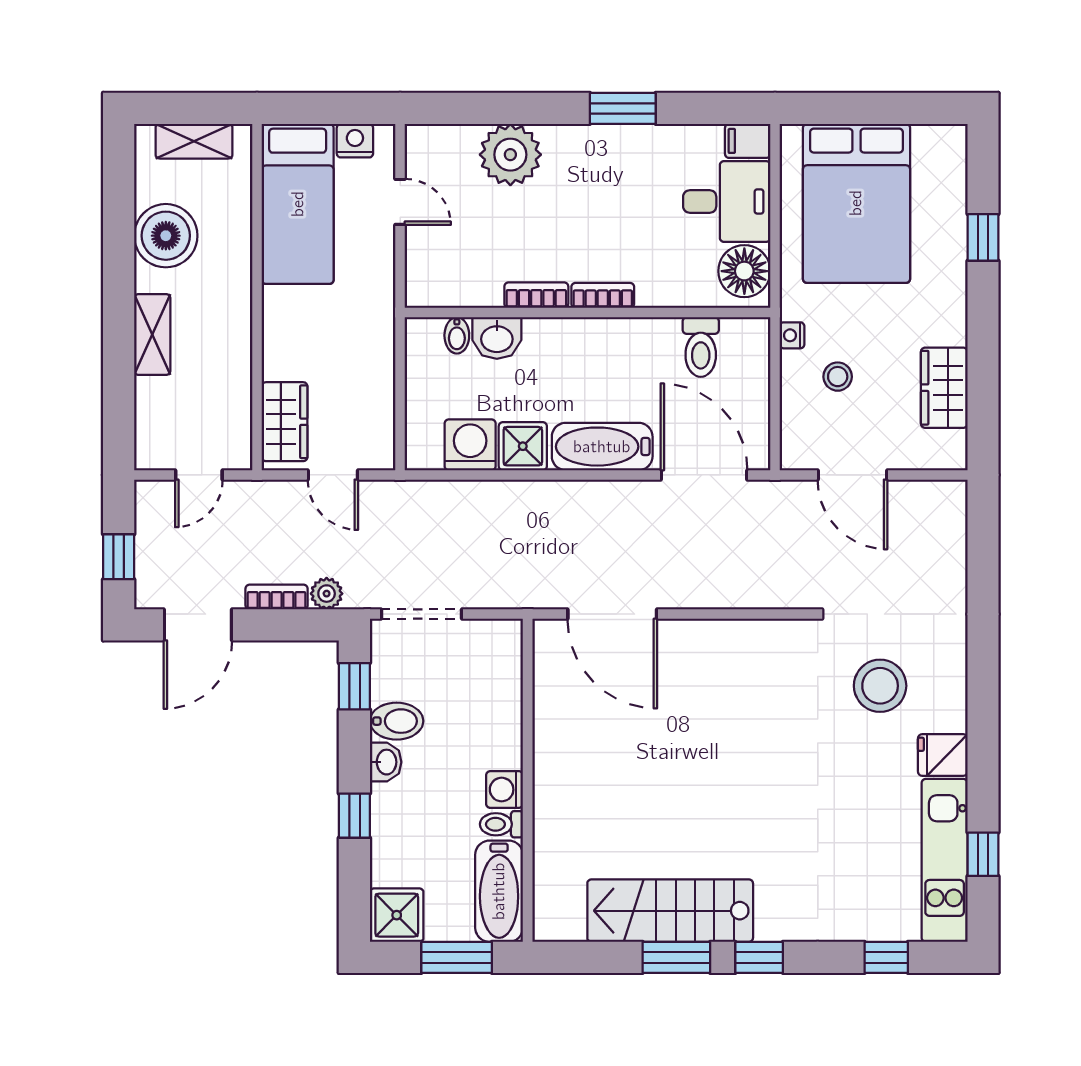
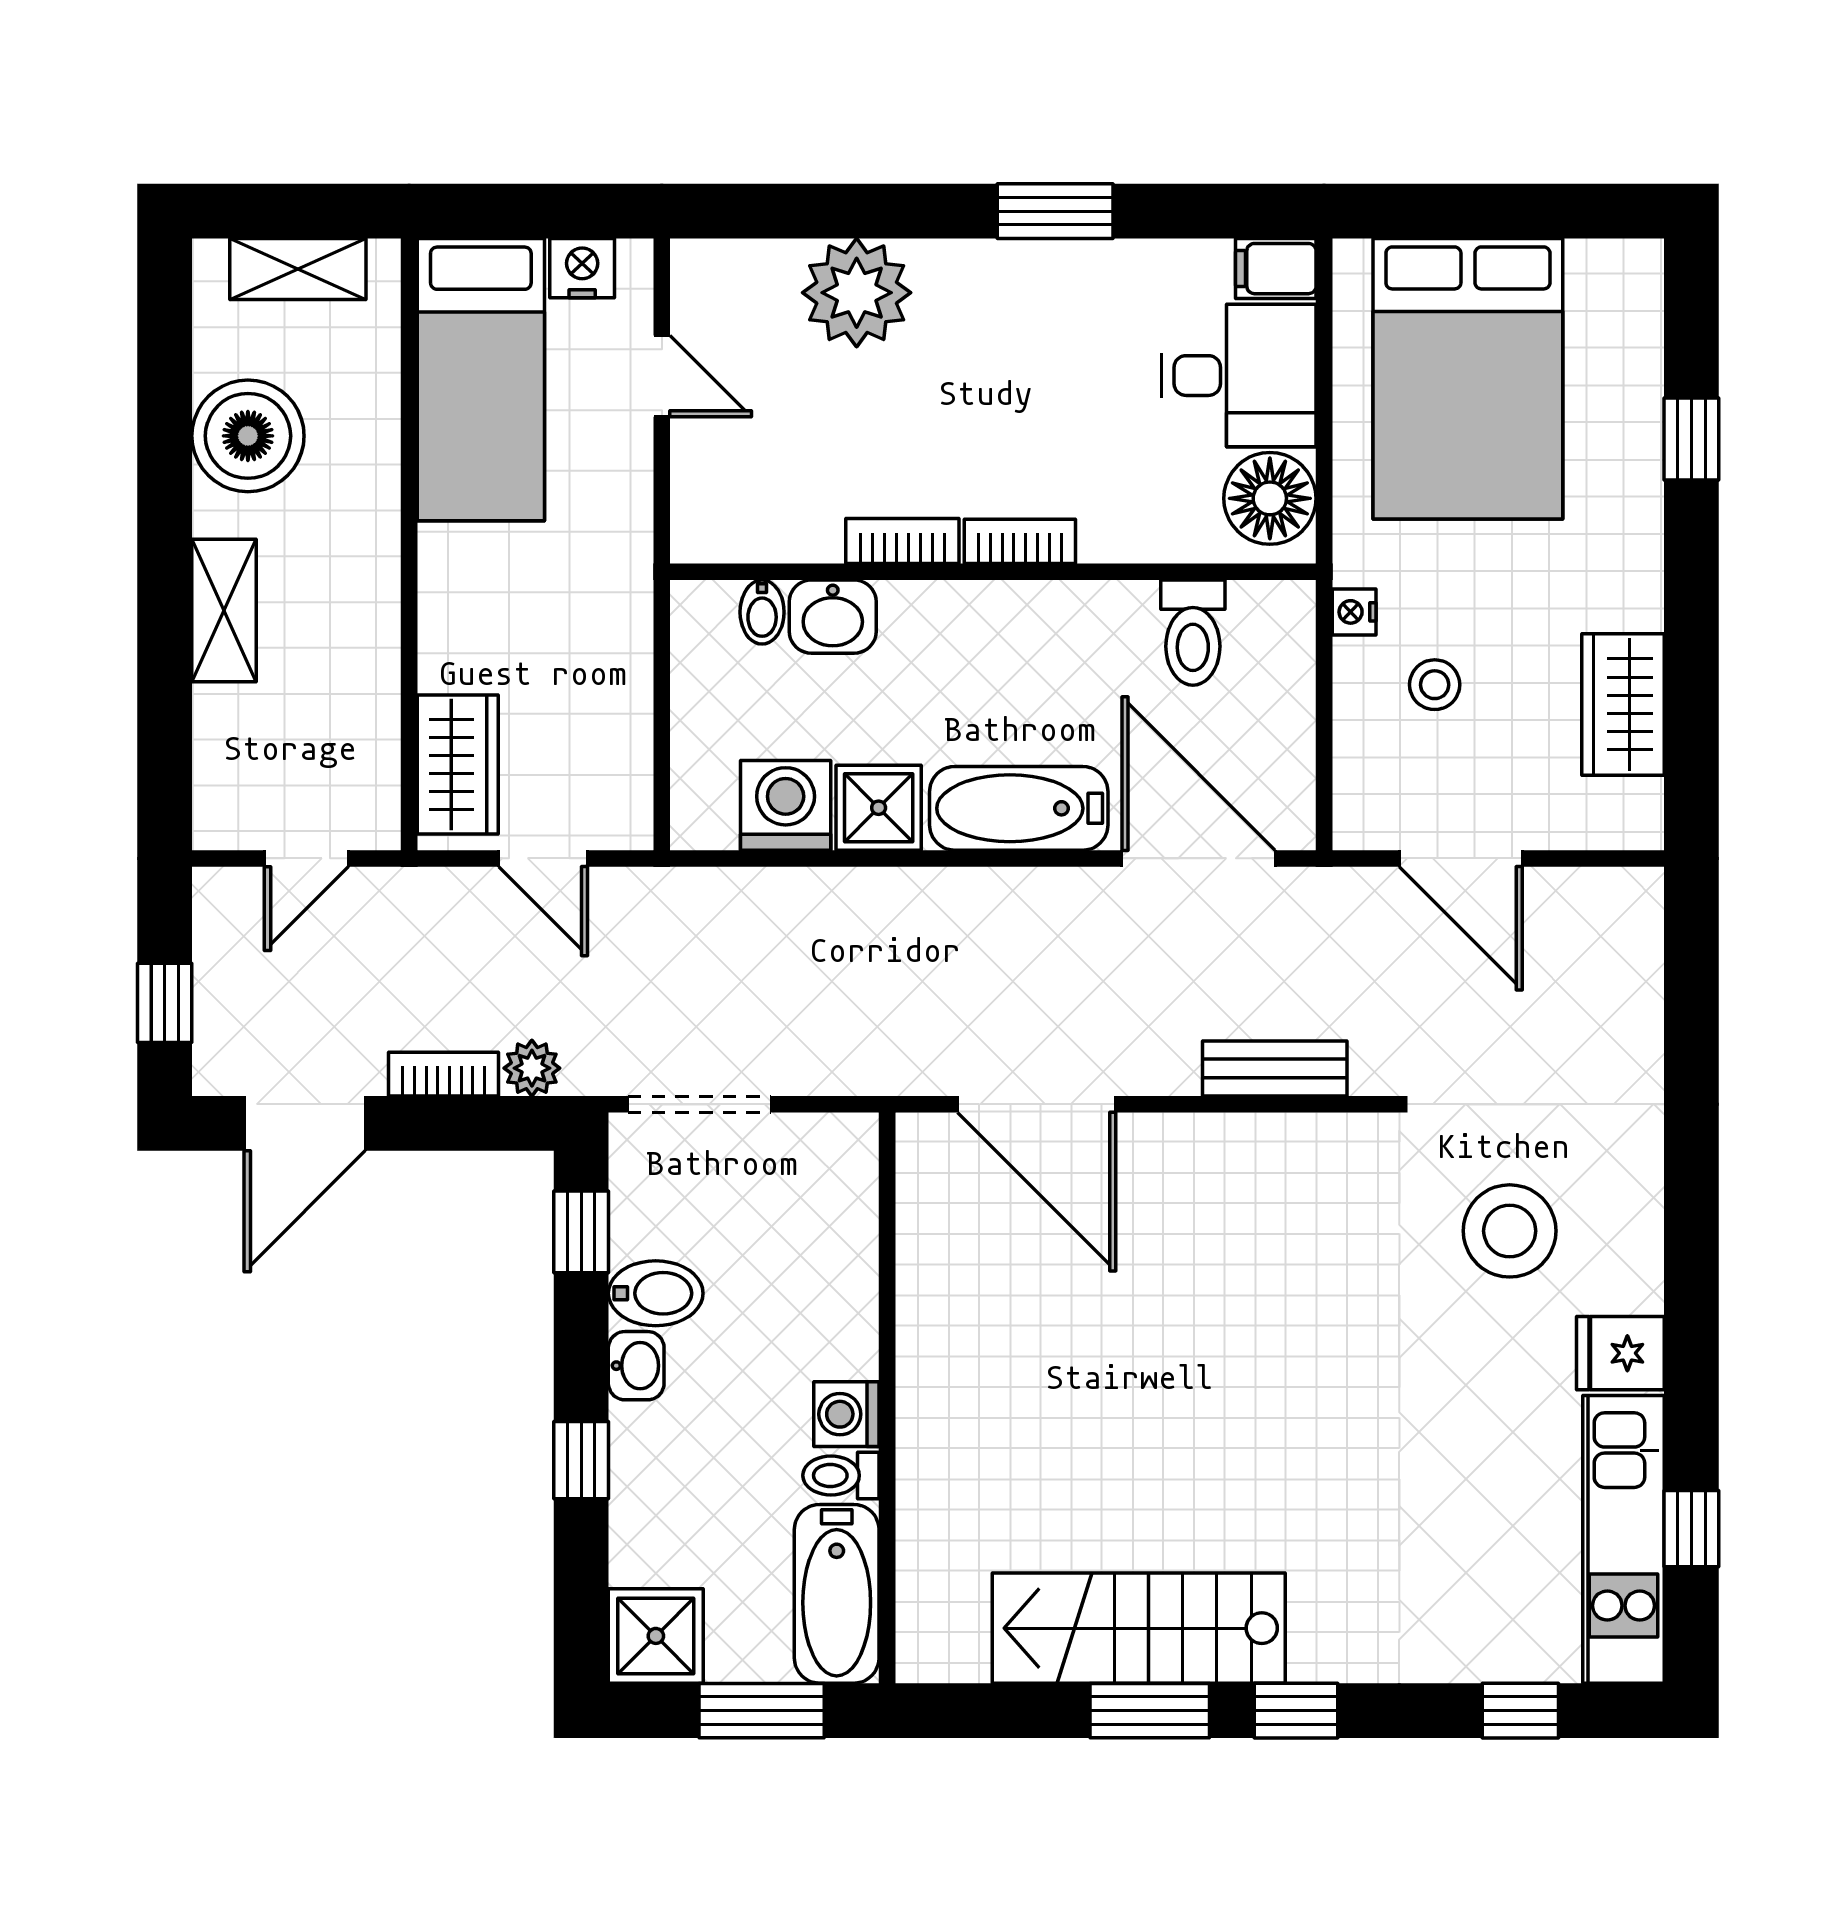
bench: (747, 594) -> (1275, 1069), added

